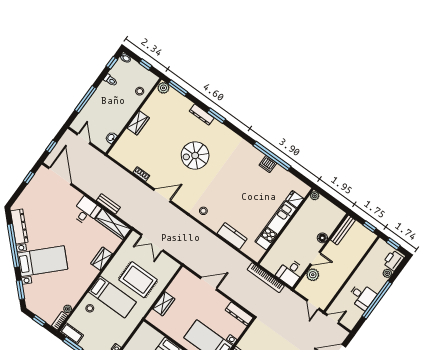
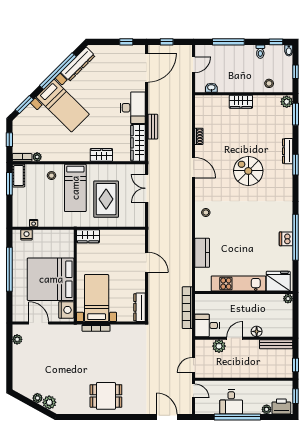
fridge: (295, 199) -> (278, 281), width x1.88, depth x1.34
desk: (86, 211) -> (133, 108), width x1.37
door: (315, 258) -> (235, 338), swing flipped
wardrobe: (164, 304) -> (88, 236), moved

